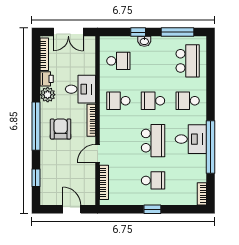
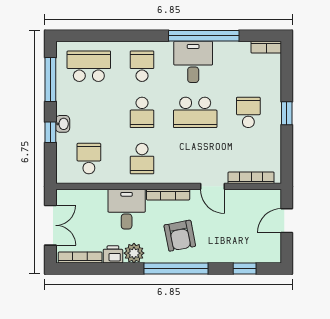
school desk: (188, 101) -> (142, 66), turned 180
armchair: (61, 129) -> (180, 236), turned -101
school desk: (153, 141) -> (195, 112), turned 180

